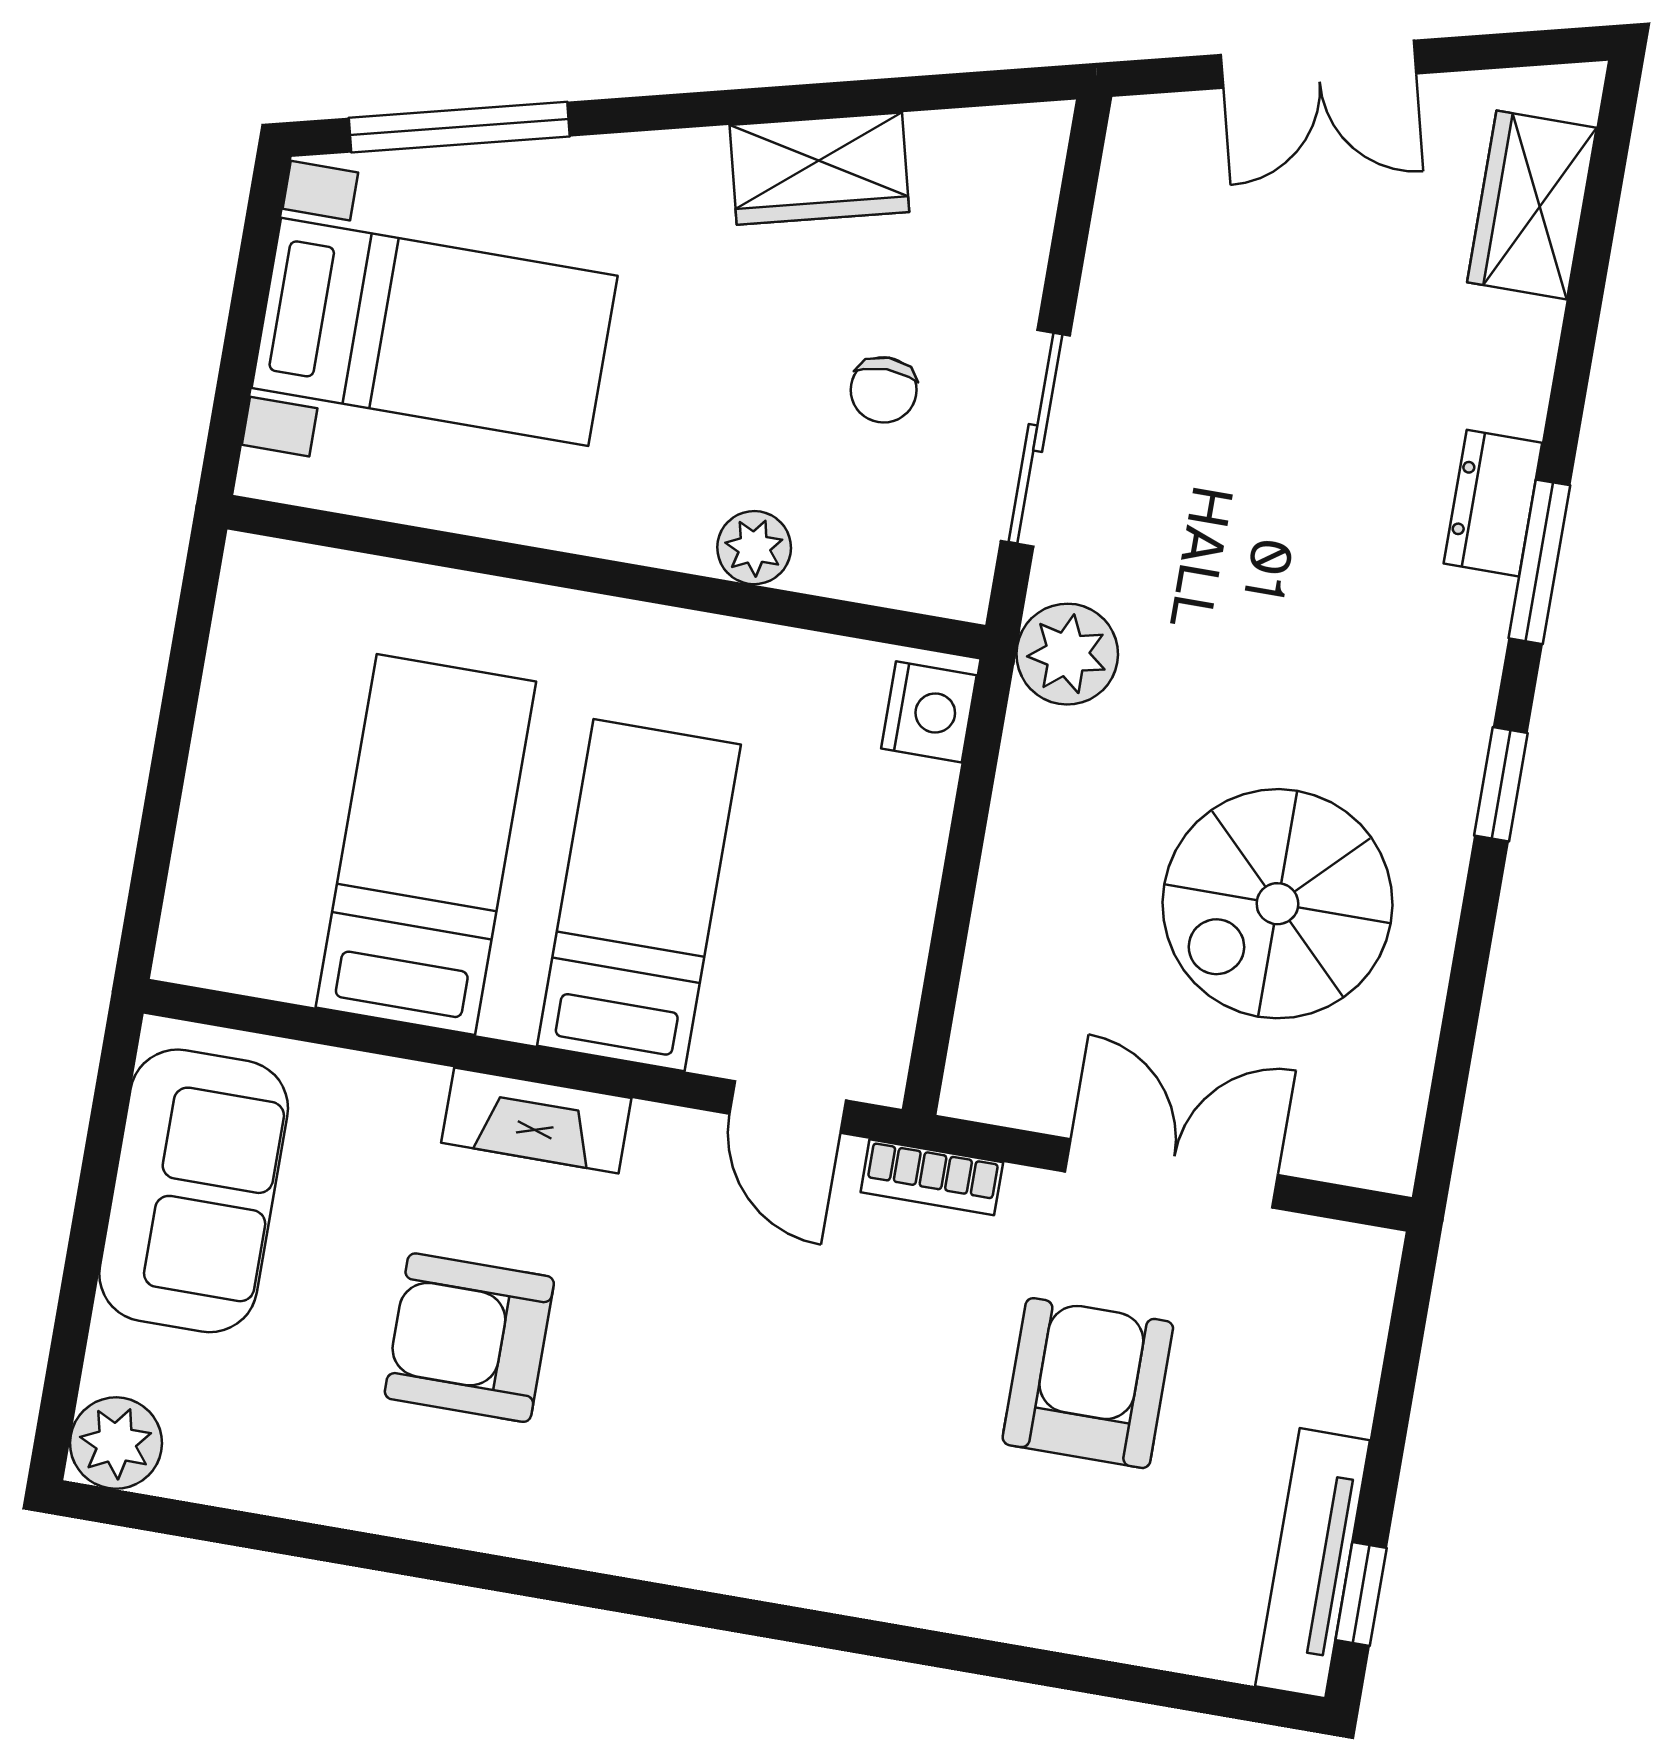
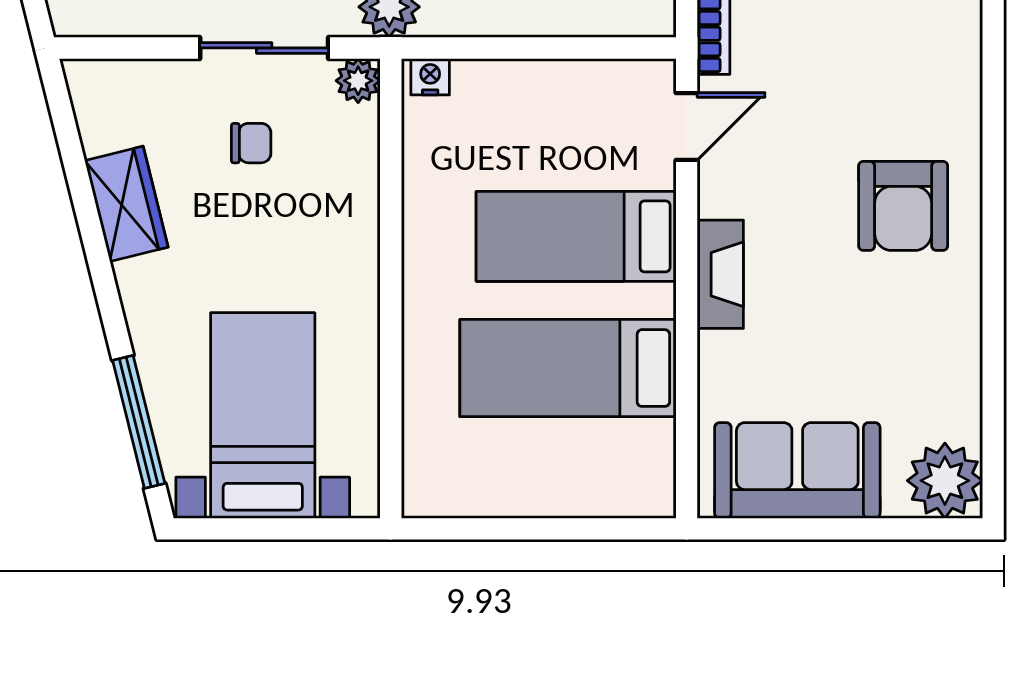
plant: (754, 548) -> (358, 81), moved
nightstand: (929, 712) -> (430, 77), width x0.72, depth x0.74
armchair: (469, 1338) -> (903, 206), moved
plant: (116, 1443) -> (945, 481), width x1.36, depth x1.36

